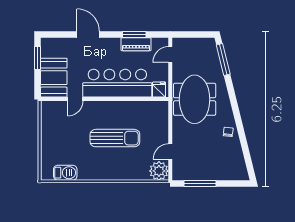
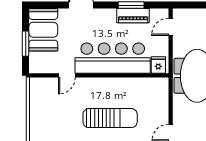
window: (37, 58) -> (26, 44), moved
booth: (54, 78) -> (43, 30), moved

